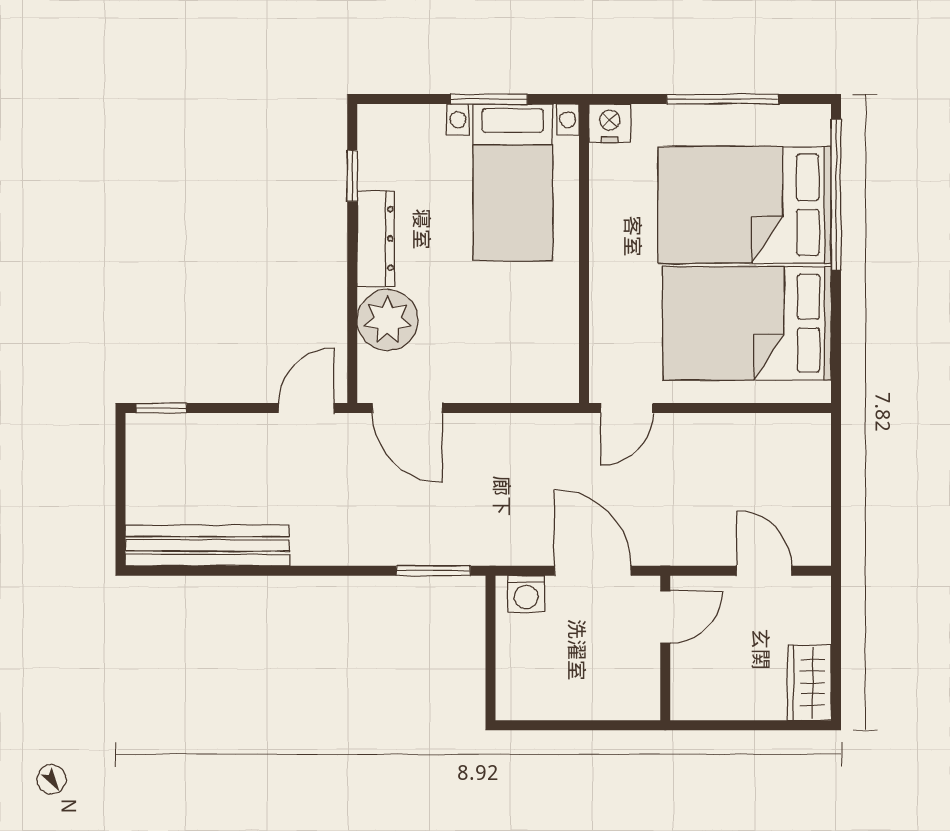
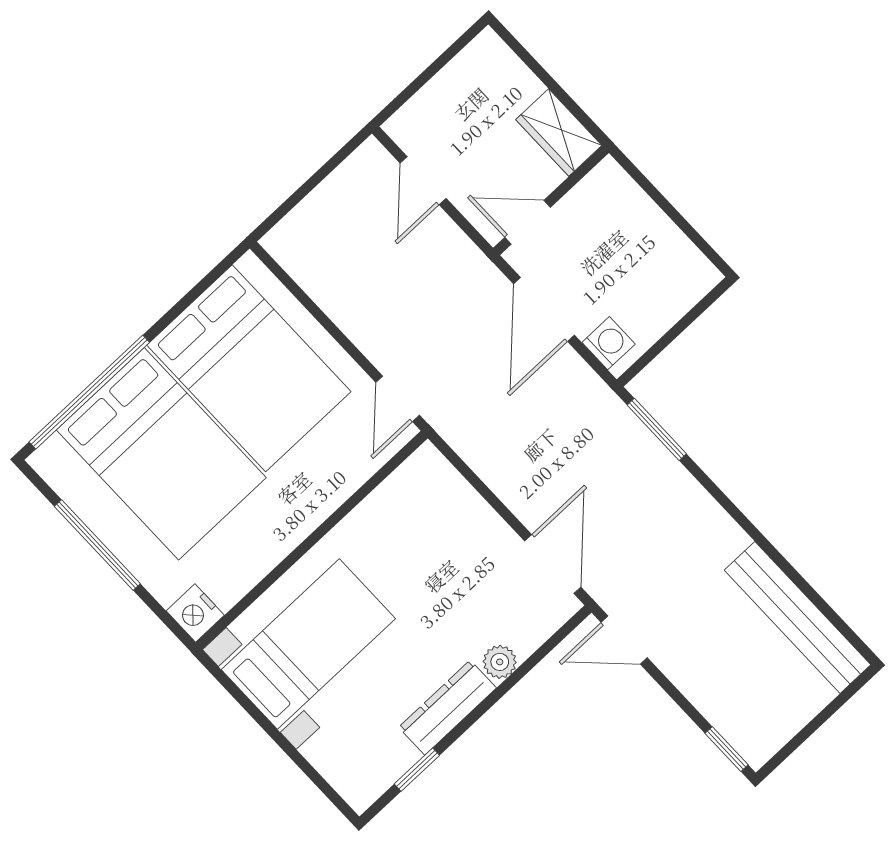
window: (489, 99) -> (263, 721), removed
plant: (388, 320) -> (500, 662), width x0.53, depth x0.53
door: (627, 408) -> (398, 399), swing flipped
wardrobe: (809, 683) -> (559, 133), moved, turned 90

